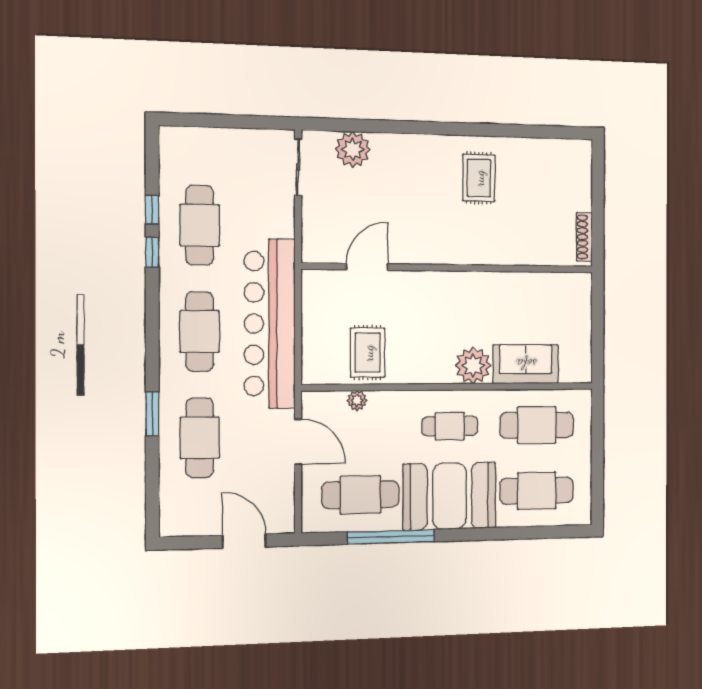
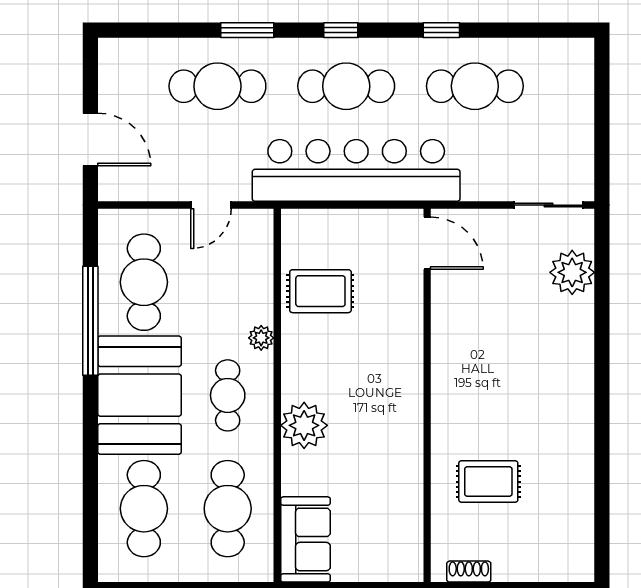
rug: (479, 178) -> (488, 482), moved
window: (152, 210) -> (341, 30), moved
shoe rack: (584, 237) -> (469, 572), width x0.70
door: (367, 267) -> (427, 243), moved
sofa: (526, 364) -> (306, 539), moved
plant: (357, 400) -> (261, 338), moved
door: (298, 442) -> (211, 205), width x0.73
door: (244, 541) -> (90, 139), hinge flipped

